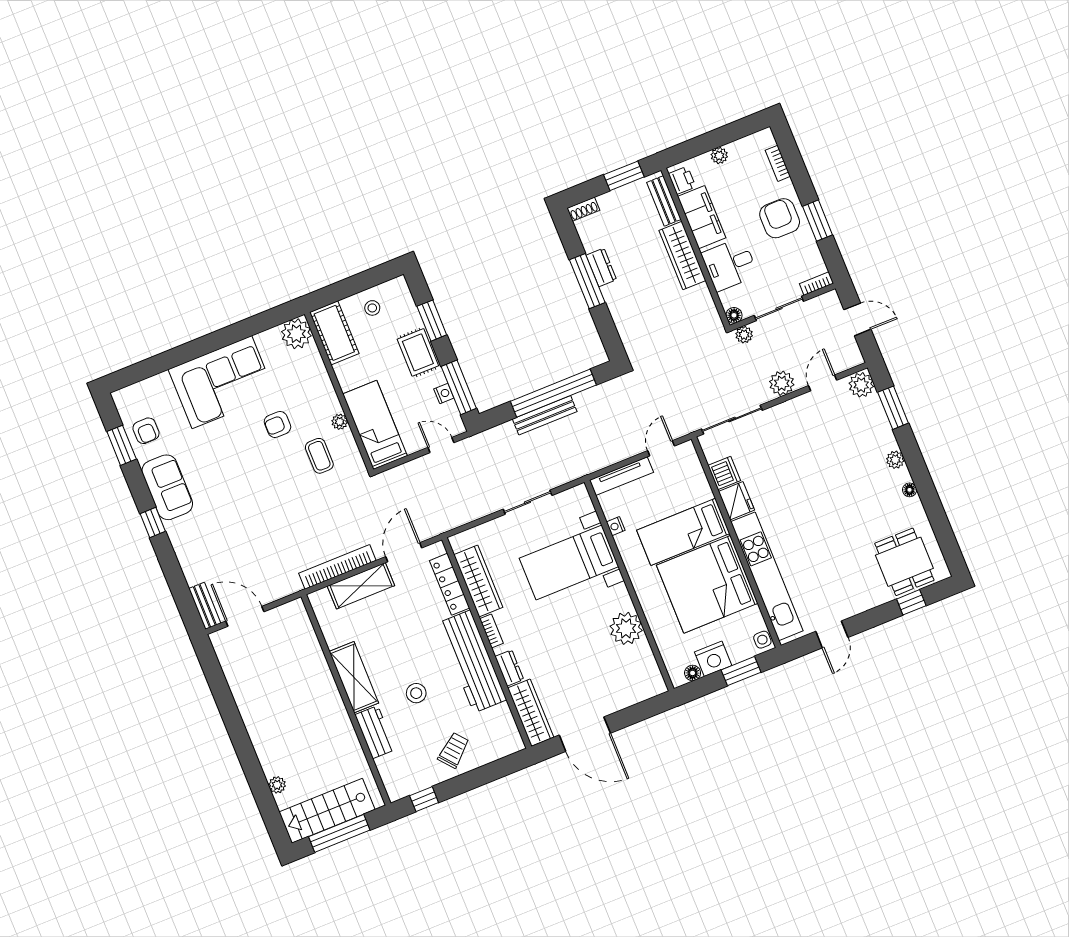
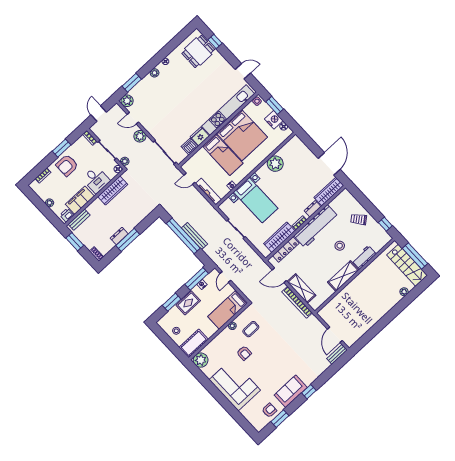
wardrobe: (682, 255) -> (113, 190), moved

